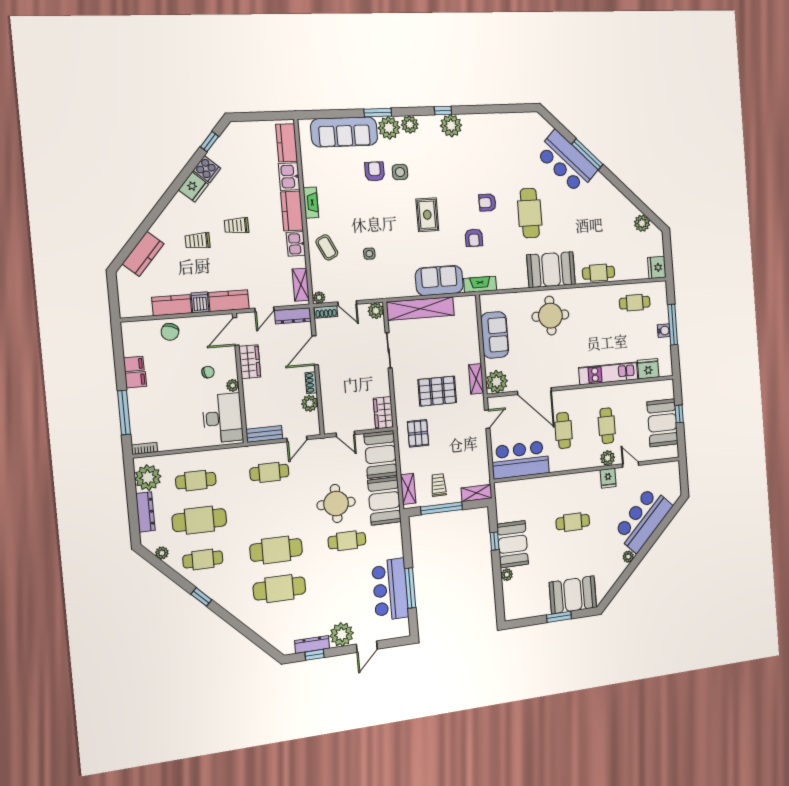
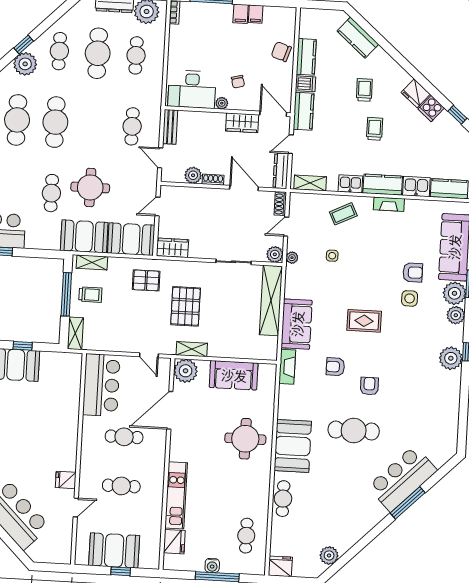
plant: (319, 298) -> (292, 258), moved
door: (264, 309) -> (291, 144), hinge flipped
plant: (608, 458) -> (87, 482), removed
cafe table: (573, 522) -> (27, 434), removed
plant: (162, 553) -> (25, 64), moved, width x1.88, depth x1.88

